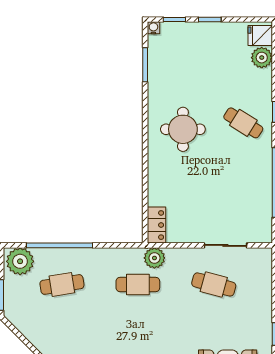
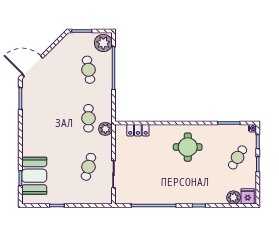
cafe table: (243, 123) -> (238, 157), moved
locker: (157, 225) -> (138, 130), moved

